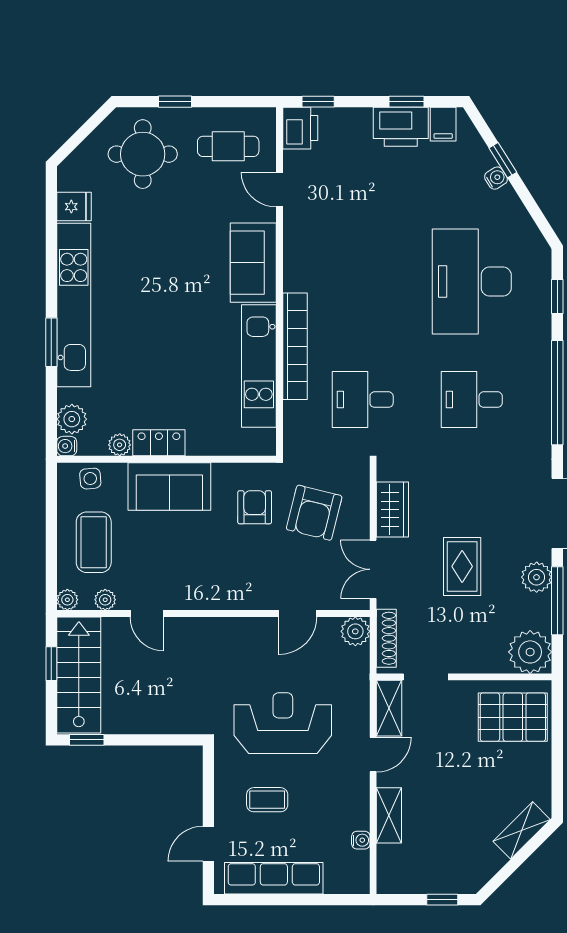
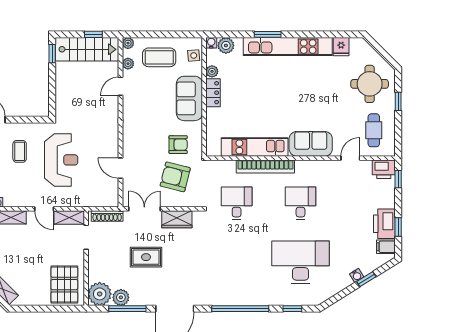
desk: (472, 400) -> (301, 203), moved
plant: (537, 577) -> (121, 297), moved
plant: (355, 631) -> (111, 199), removed

